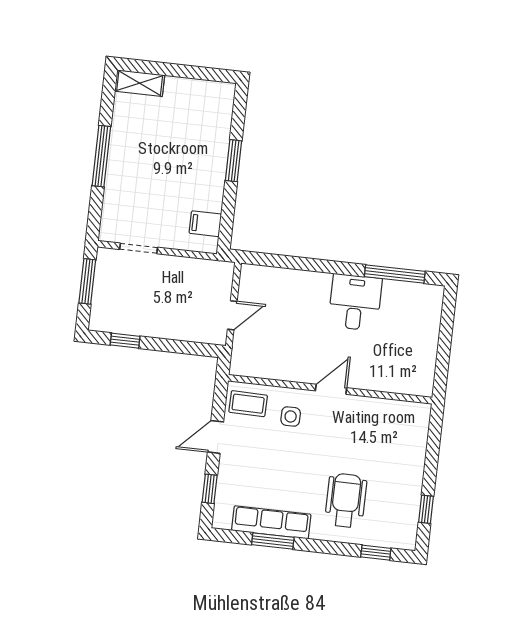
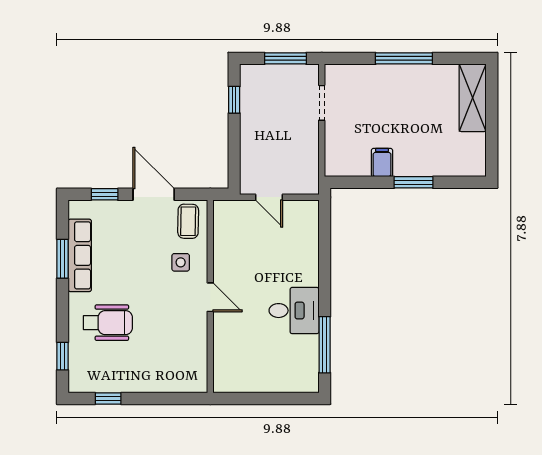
shelving: (140, 83) -> (473, 98), width x1.50, depth x1.33
filing cabinet: (205, 224) -> (382, 162), moved
door: (215, 437) -> (154, 194), width x1.38

